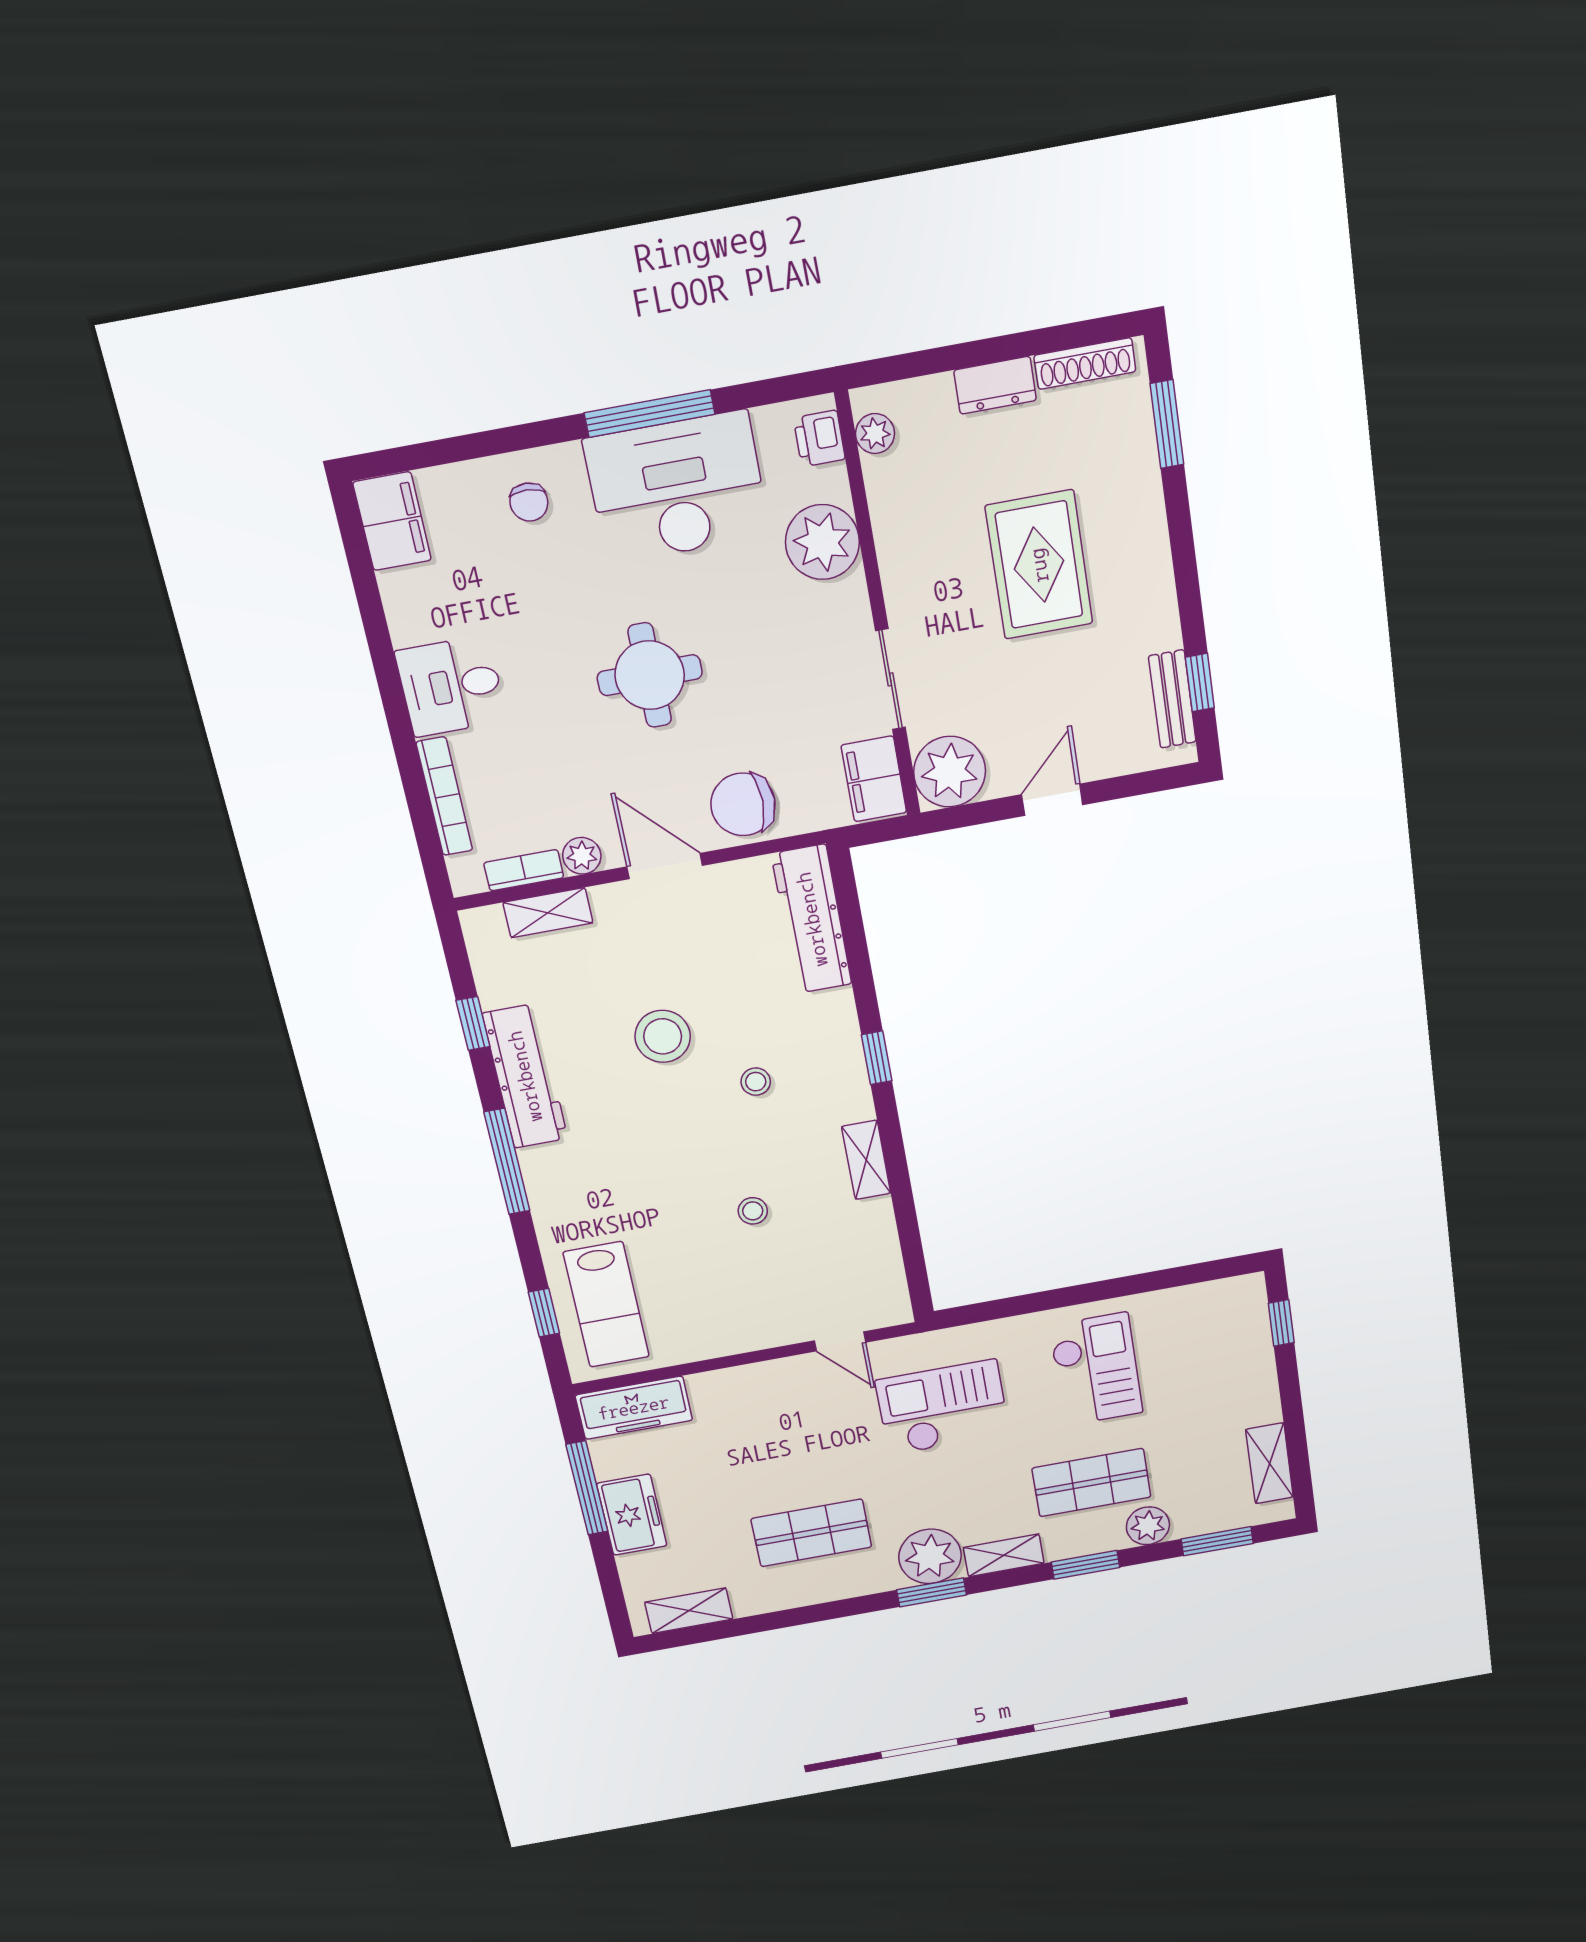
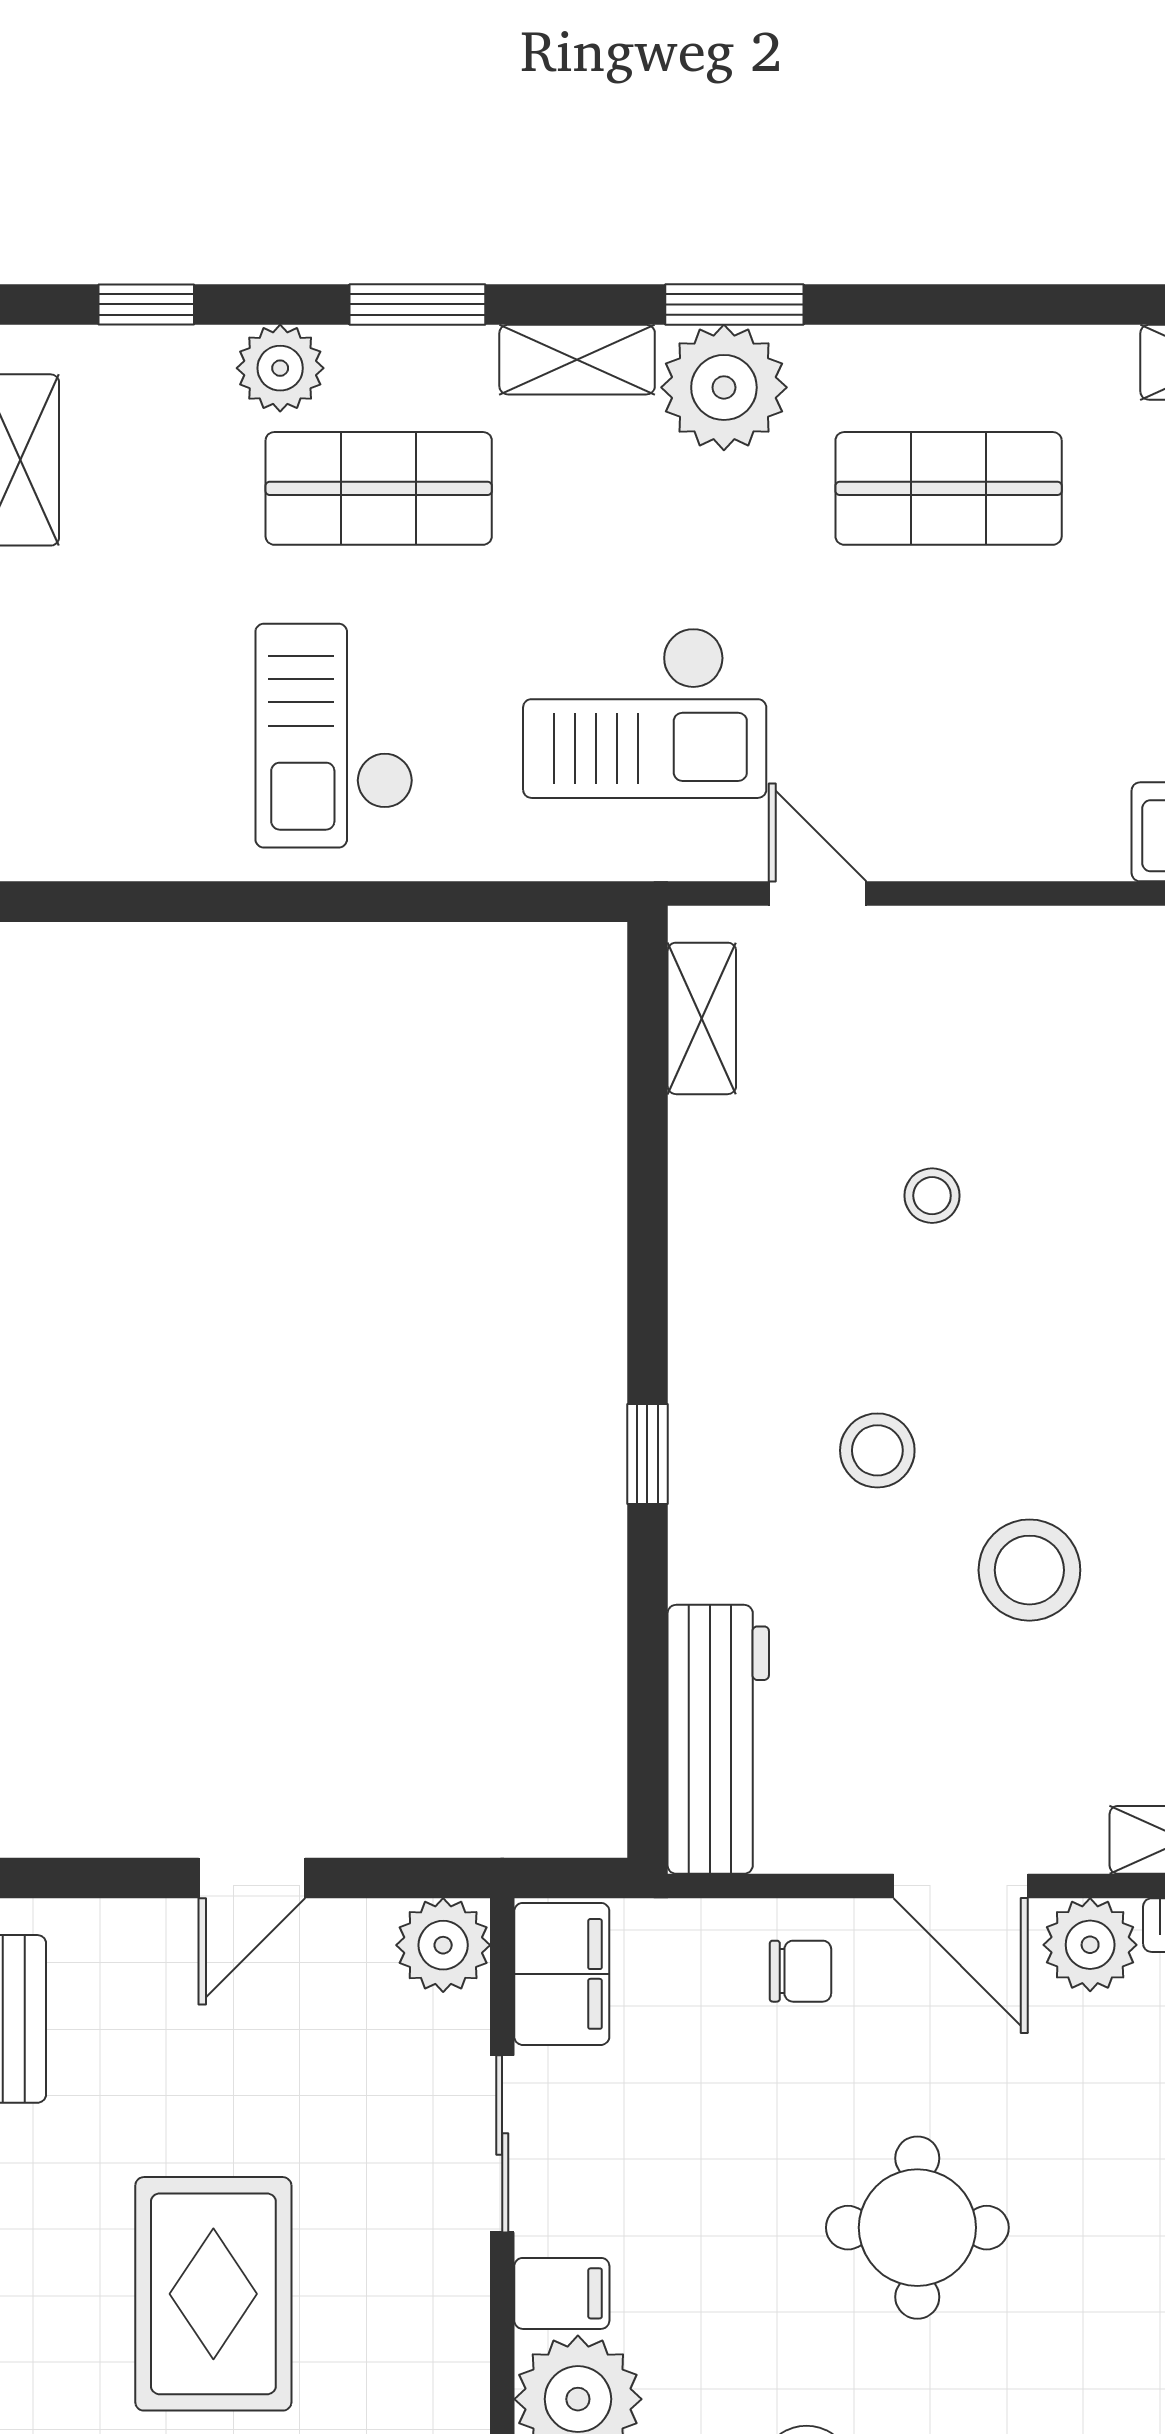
filing cabinet: (842, 601) -> (562, 2293), added
plant: (950, 772) -> (443, 1945), width x0.73, depth x0.73
chair: (743, 804) -> (800, 1971), width x0.54, depth x0.54
plant: (582, 856) -> (1090, 1945), width x1.38, depth x1.38
stool: (756, 1082) -> (877, 1450), width x1.37, depth x1.37
shelving: (866, 1160) -> (702, 1018), moved
window: (1217, 1541) -> (146, 304), width x0.67

